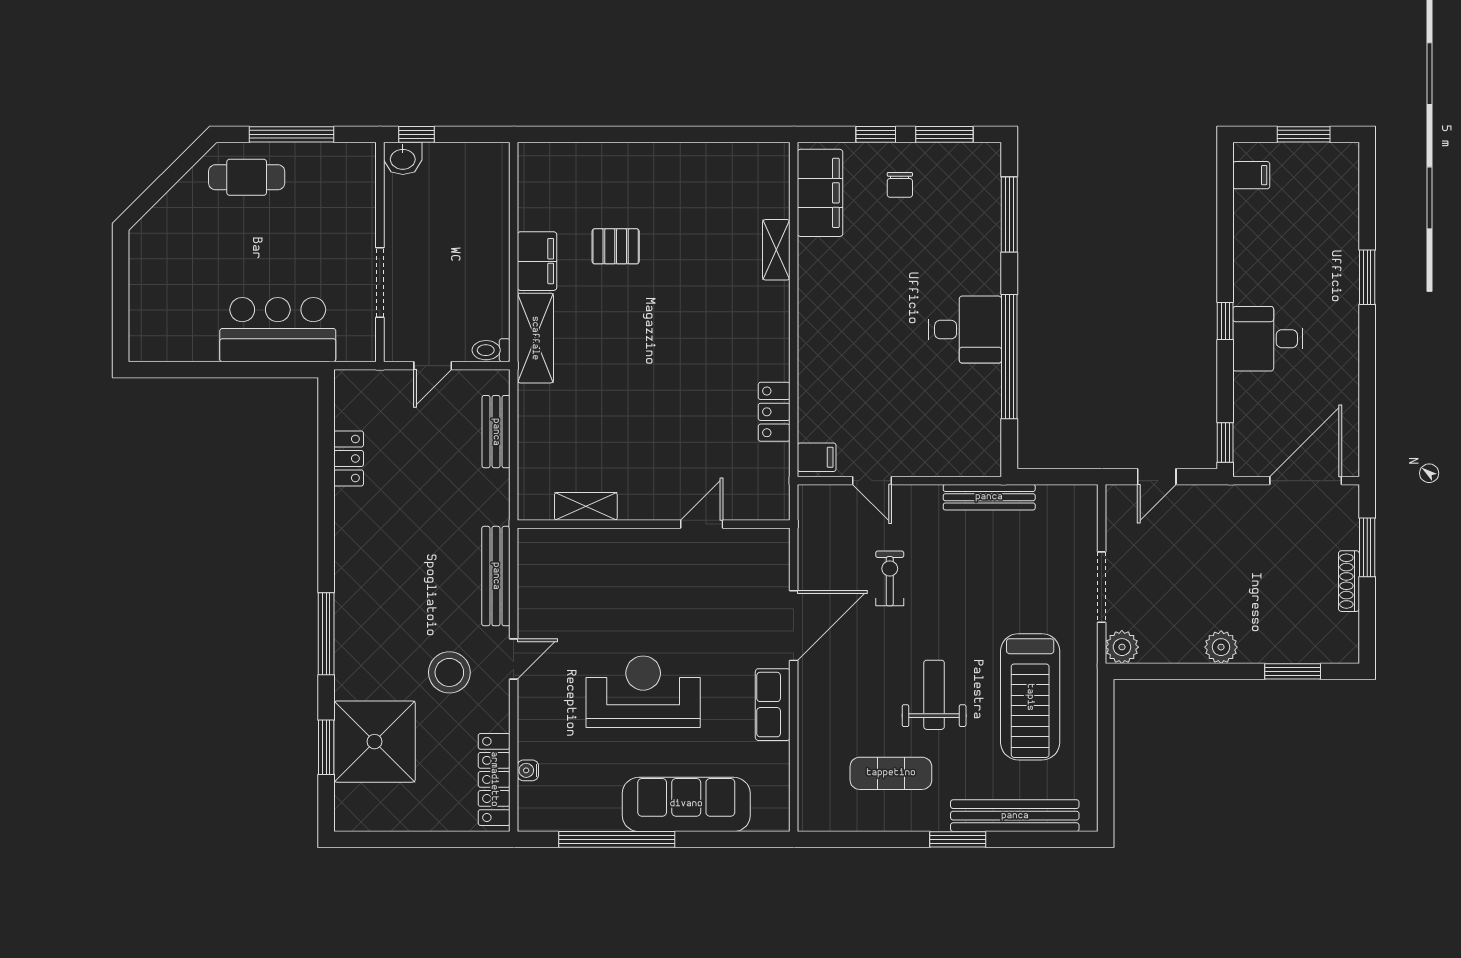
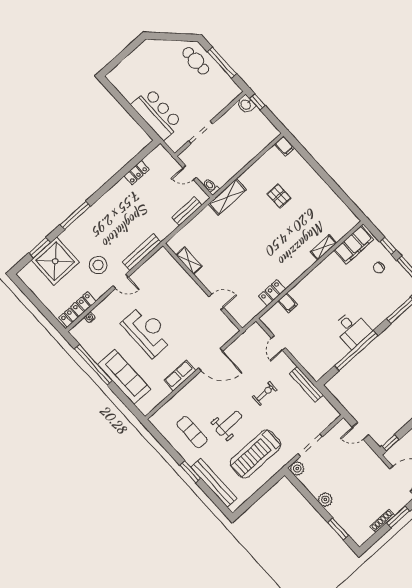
filing cabinet: (537, 261) -> (285, 146), moved, width x0.50
filing cabinet: (817, 457) -> (288, 303), moved
exercise bike: (890, 578) -> (265, 393), moved

